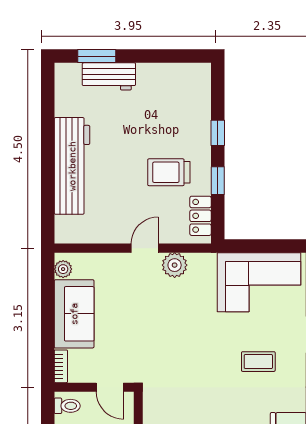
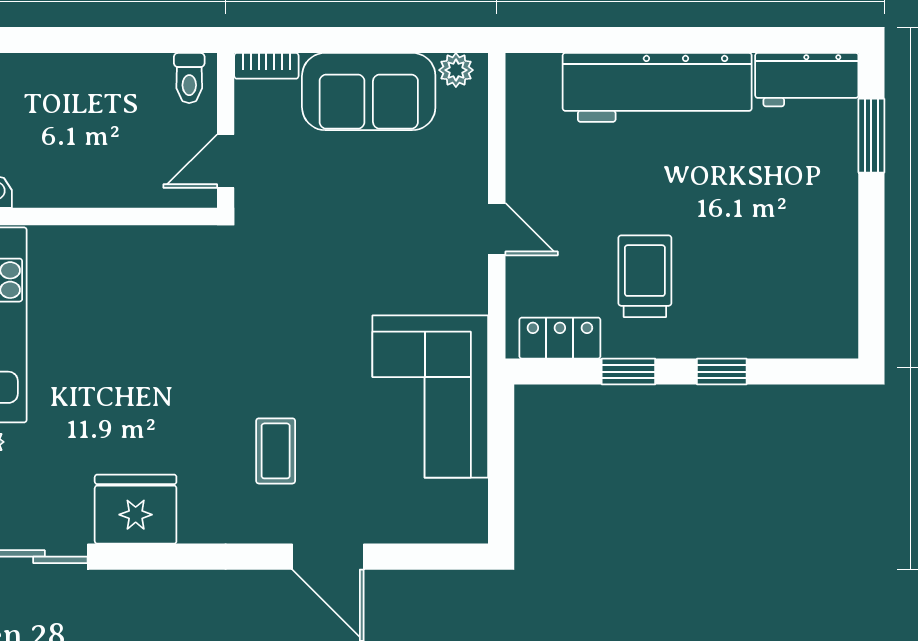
workbench: (109, 76) -> (807, 80), moved, turned -90
plant: (175, 265) -> (464, 288), removed
corner sofa: (259, 282) -> (430, 397), moved

